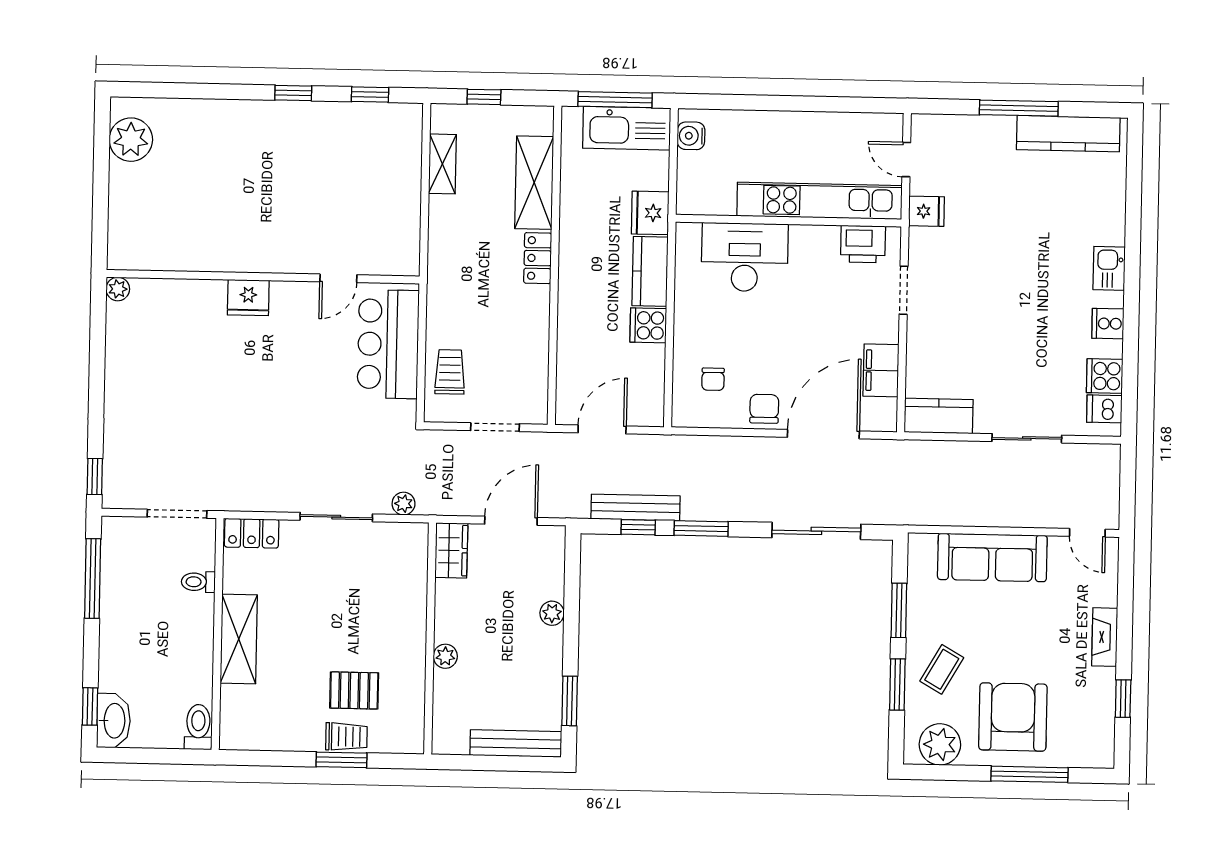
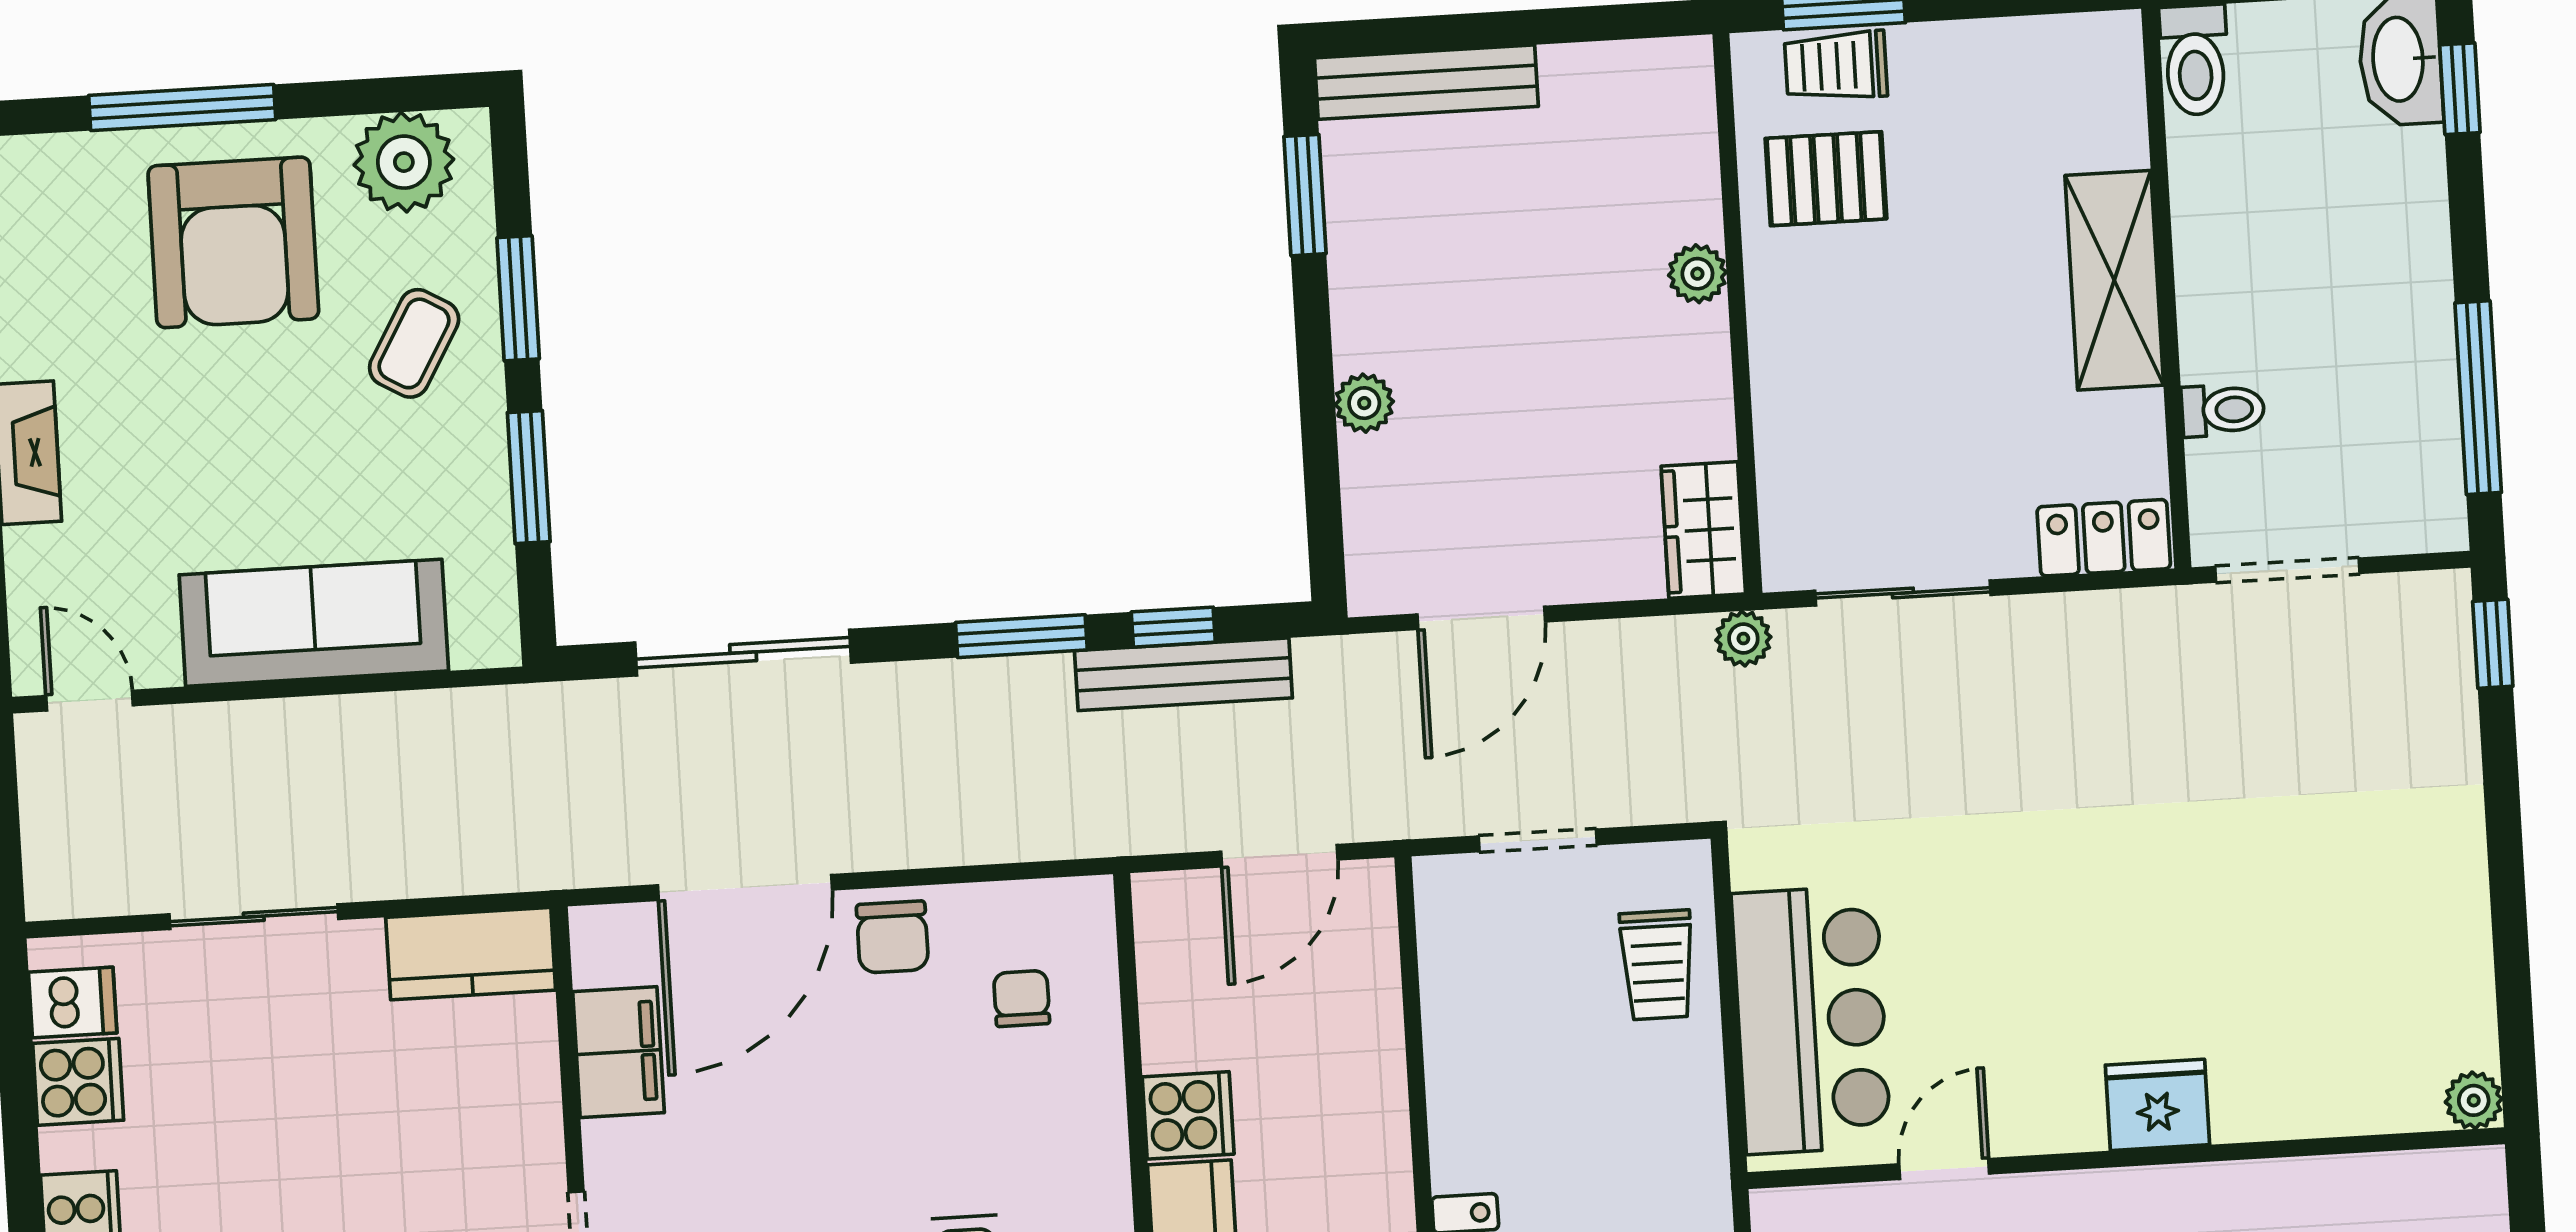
wardrobe: (451, 550) -> (1703, 530), moved
wall: (430, 639) -> (1737, 313), moved
plant: (445, 656) -> (1697, 274), moved

